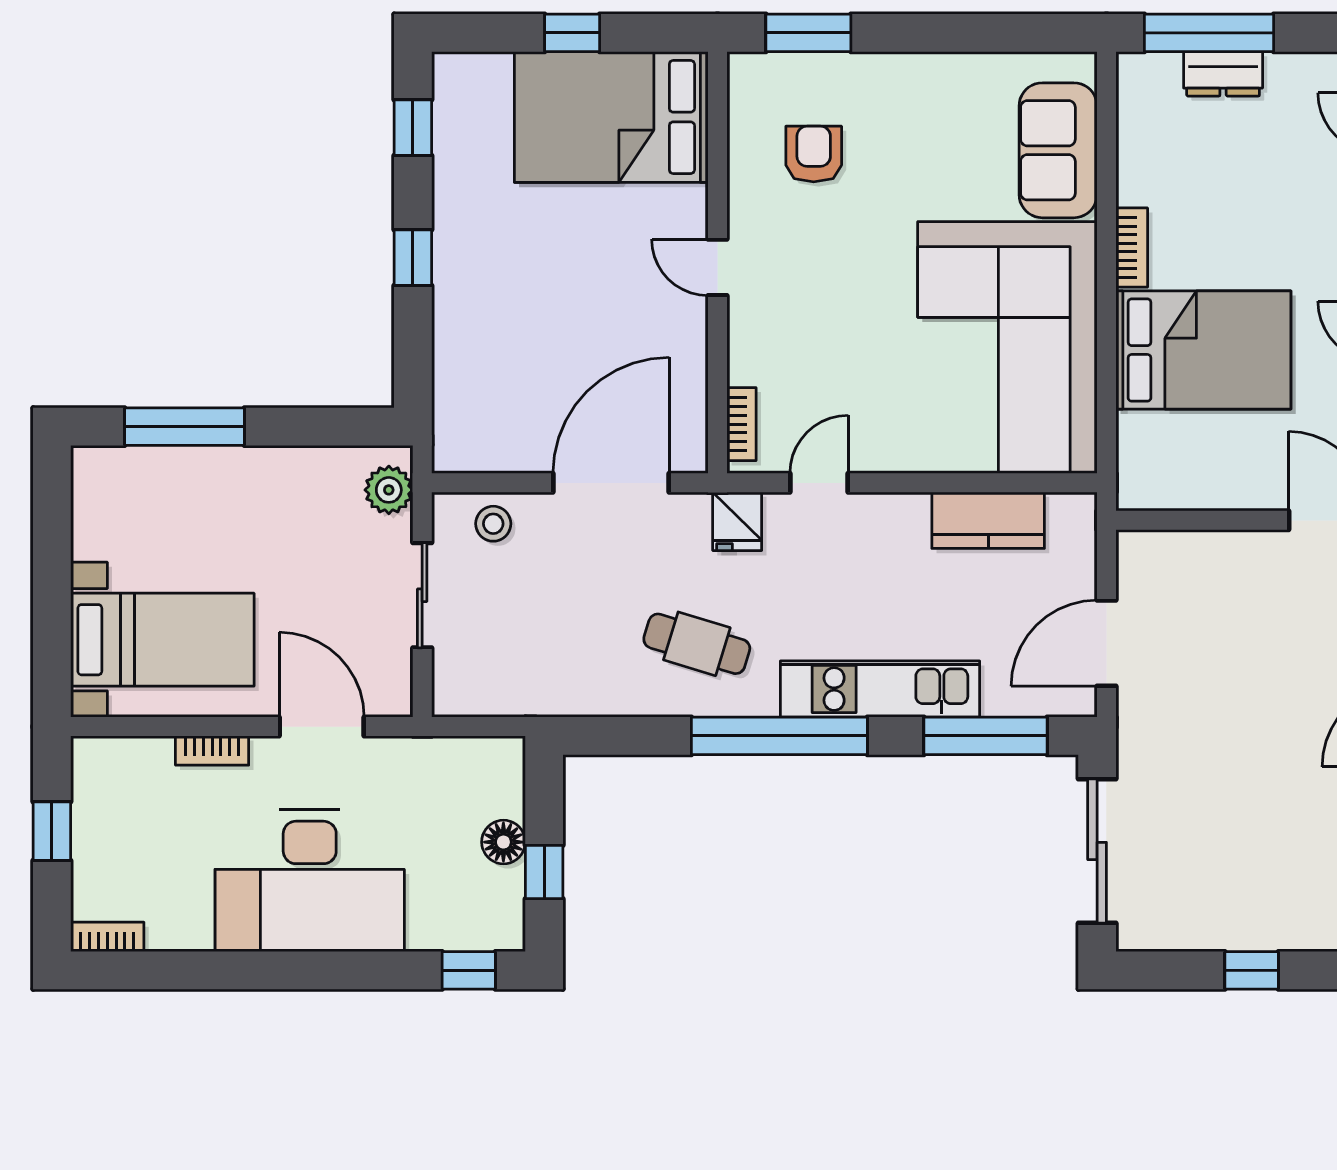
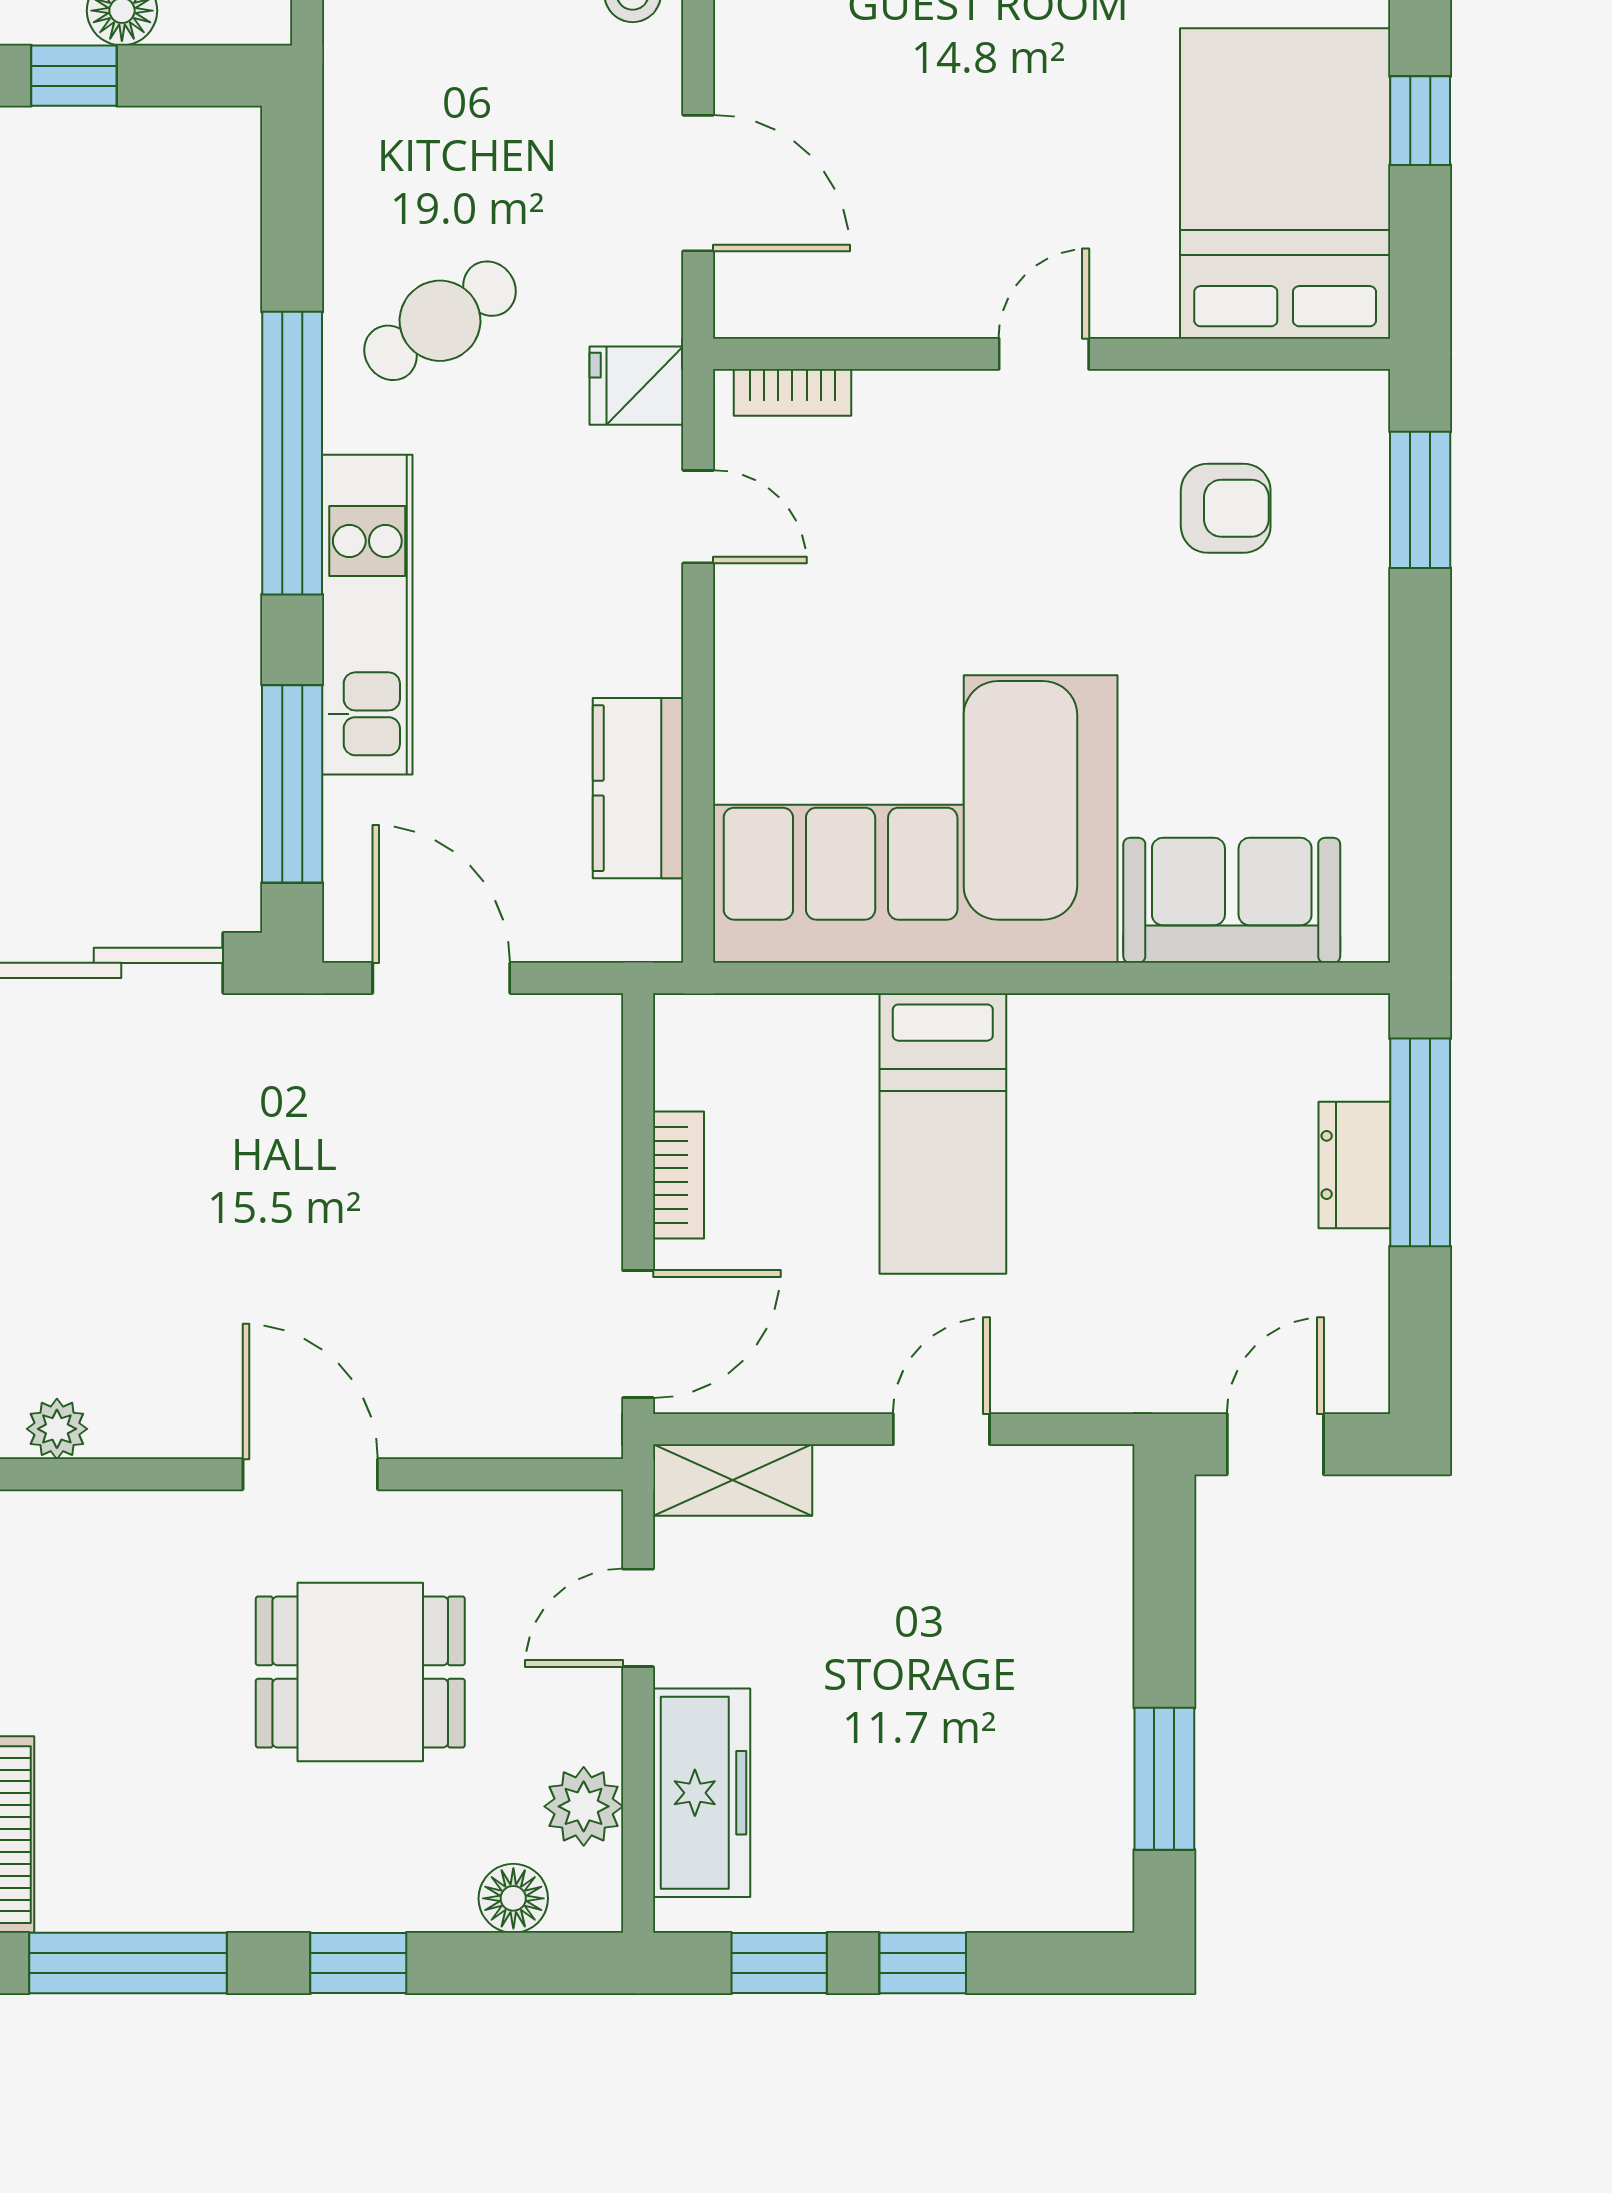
bookcase: (1132, 248) -> (679, 1175), moved, turned -90
bed: (1203, 350) -> (943, 1133), width x0.67
door: (611, 483) -> (698, 183), width x0.73
cafe table: (697, 644) -> (440, 321), turned 40

